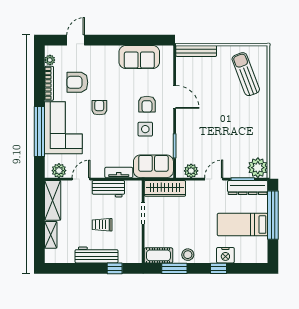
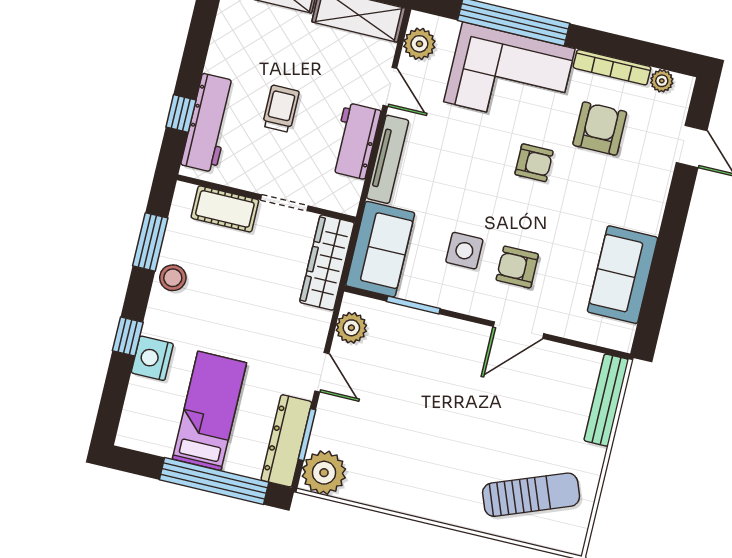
tv unit: (119, 172) -> (388, 159), width x1.41
workbench: (96, 255) -> (209, 123), moved
cot: (158, 255) -> (225, 209), moved, turned 90

